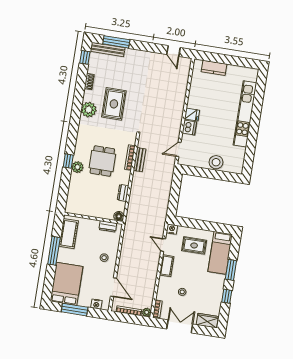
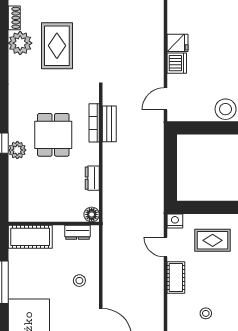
plant: (89, 110) -> (20, 43), moved
cot: (69, 234) -> (30, 237), moved, turned 90

